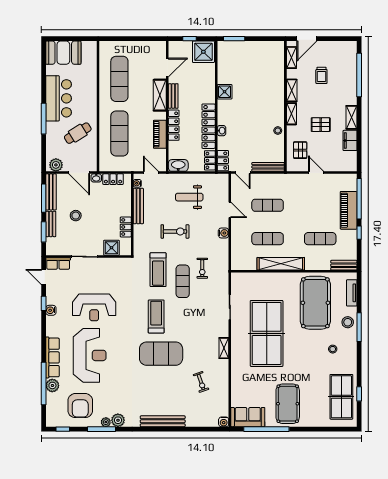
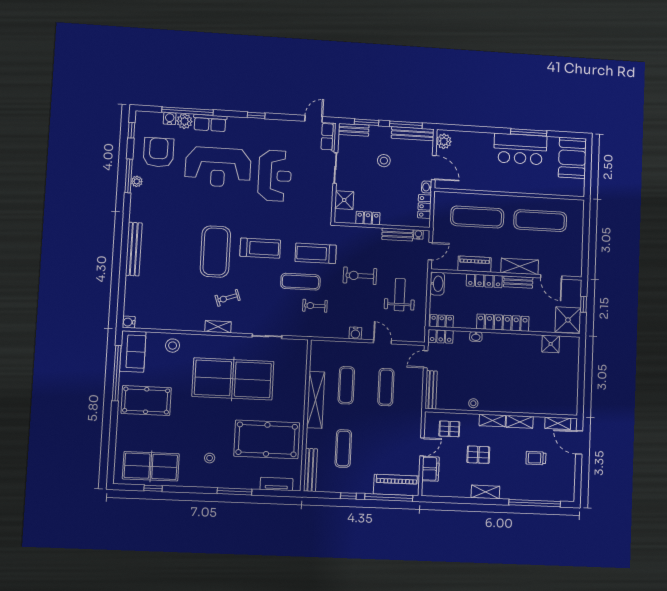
window: (234, 39) -> (582, 357), removed
shower: (225, 92) -> (551, 344), moved
window: (44, 119) -> (529, 132), moved
pallet: (321, 125) -> (478, 455), turned 90
locker: (209, 126) -> (503, 323), moved
cafe table: (78, 133) -> (480, 169), removed
filing cabinet: (350, 140) -> (431, 469), moved, turned 90
door: (79, 173) -> (434, 168), swing flipped
bench: (138, 206) -> (397, 235), width x0.73
door: (230, 210) -> (382, 342), swing flipped
piano: (349, 210) -> (396, 485), moved
bench: (51, 224) -> (354, 130), moved
exercise bike: (175, 231) -> (360, 276), turned 90
bench: (344, 265) -> (310, 470), width x1.36
window: (44, 303) -> (256, 115), moved
reception desk: (94, 307) -> (275, 176), turned 180
water cooler: (51, 310) -> (170, 119), moved
stool: (348, 322) -> (173, 346), moved
row of seats: (53, 357) -> (210, 123), width x0.68
exercise bike: (201, 382) -> (228, 298), moved
armchair: (80, 406) -> (159, 152), turned 90
plant: (118, 420) -> (138, 196), removed

